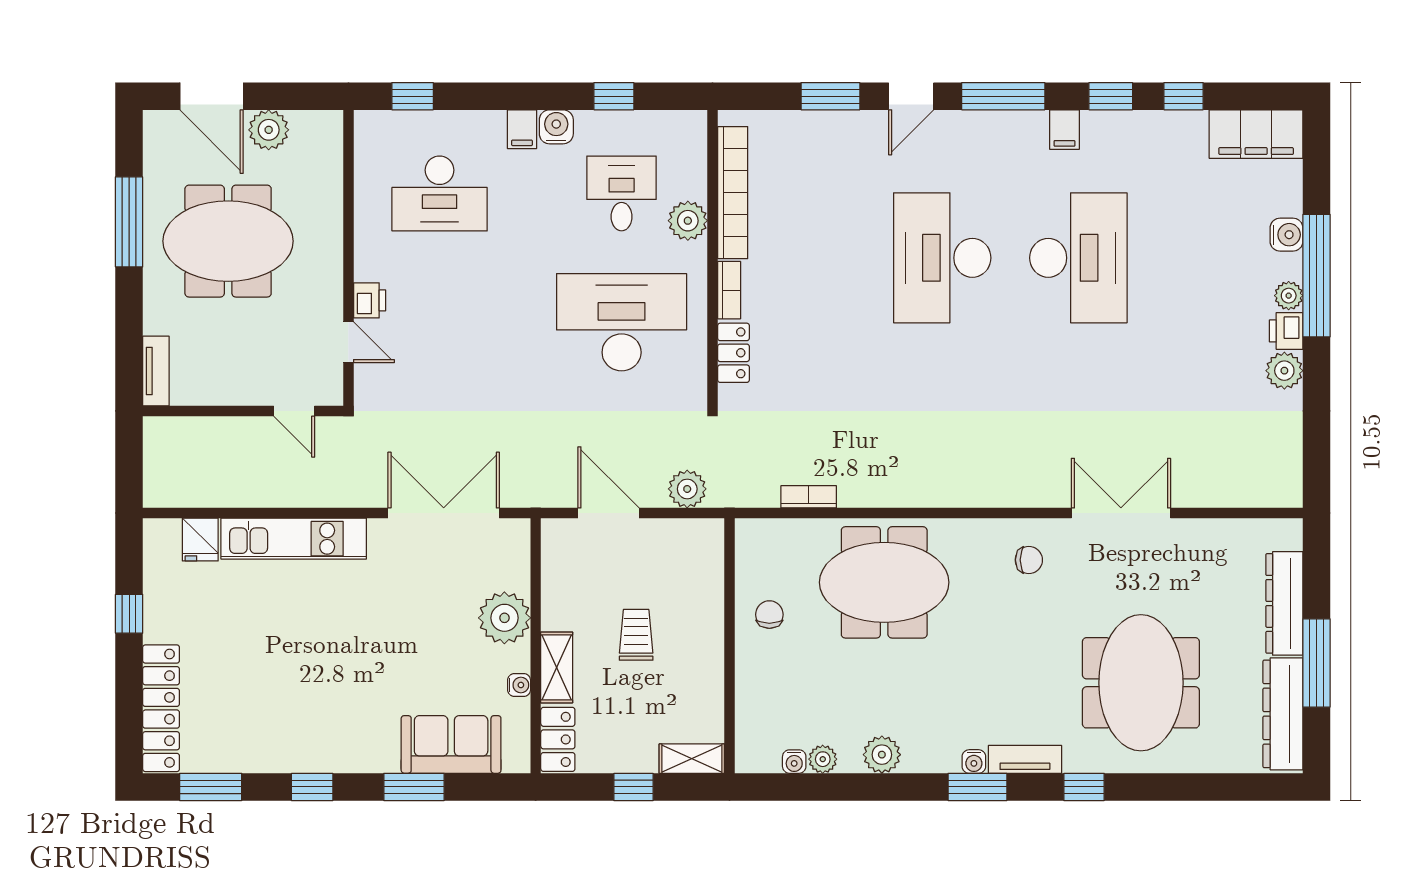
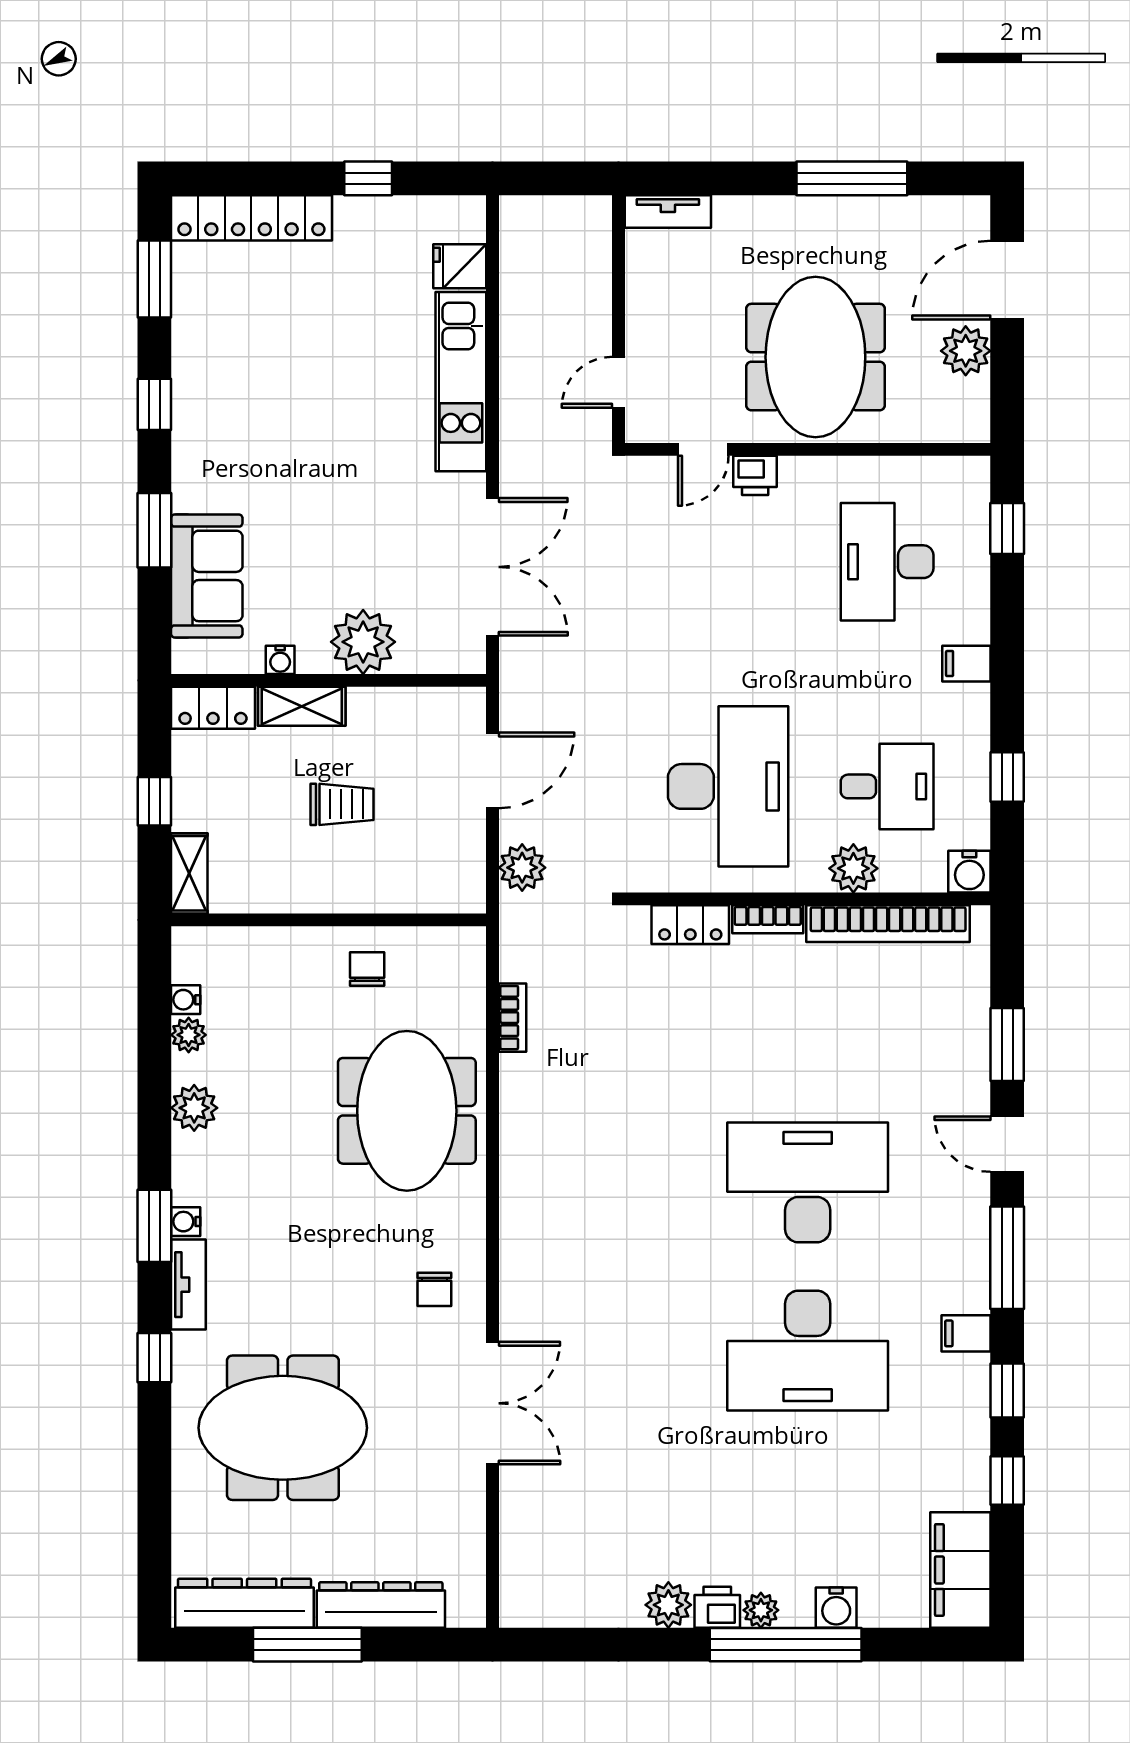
water cooler: (556, 127) -> (969, 872), moved, turned 90
meeting table: (228, 241) -> (815, 357), moved
chair: (769, 615) -> (367, 969), turned -90

